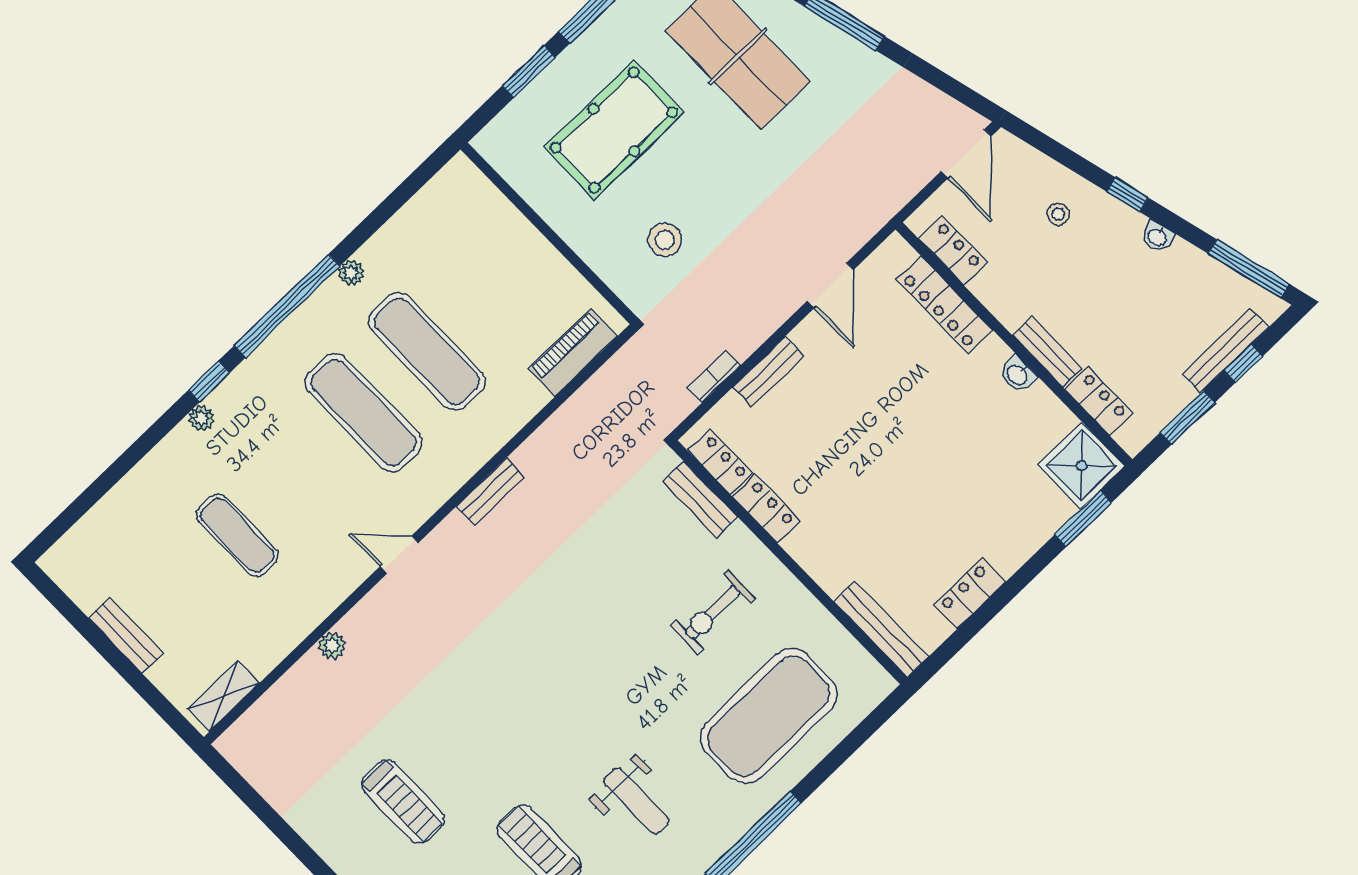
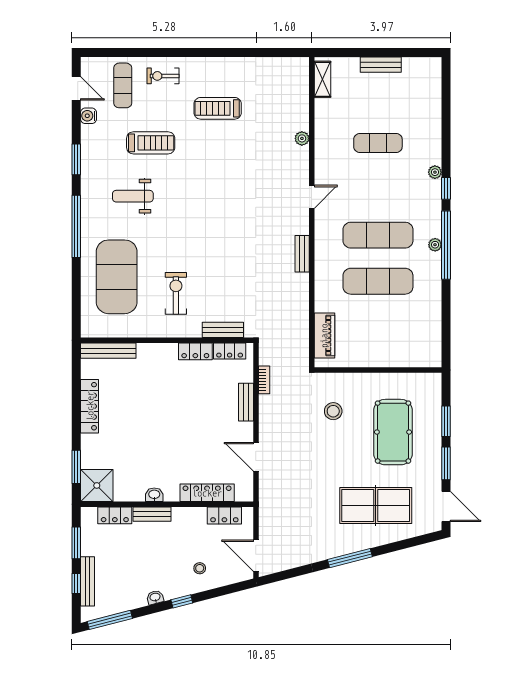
plant: (351, 273) -> (435, 245), moved
locker: (970, 593) -> (90, 406), width x1.53

